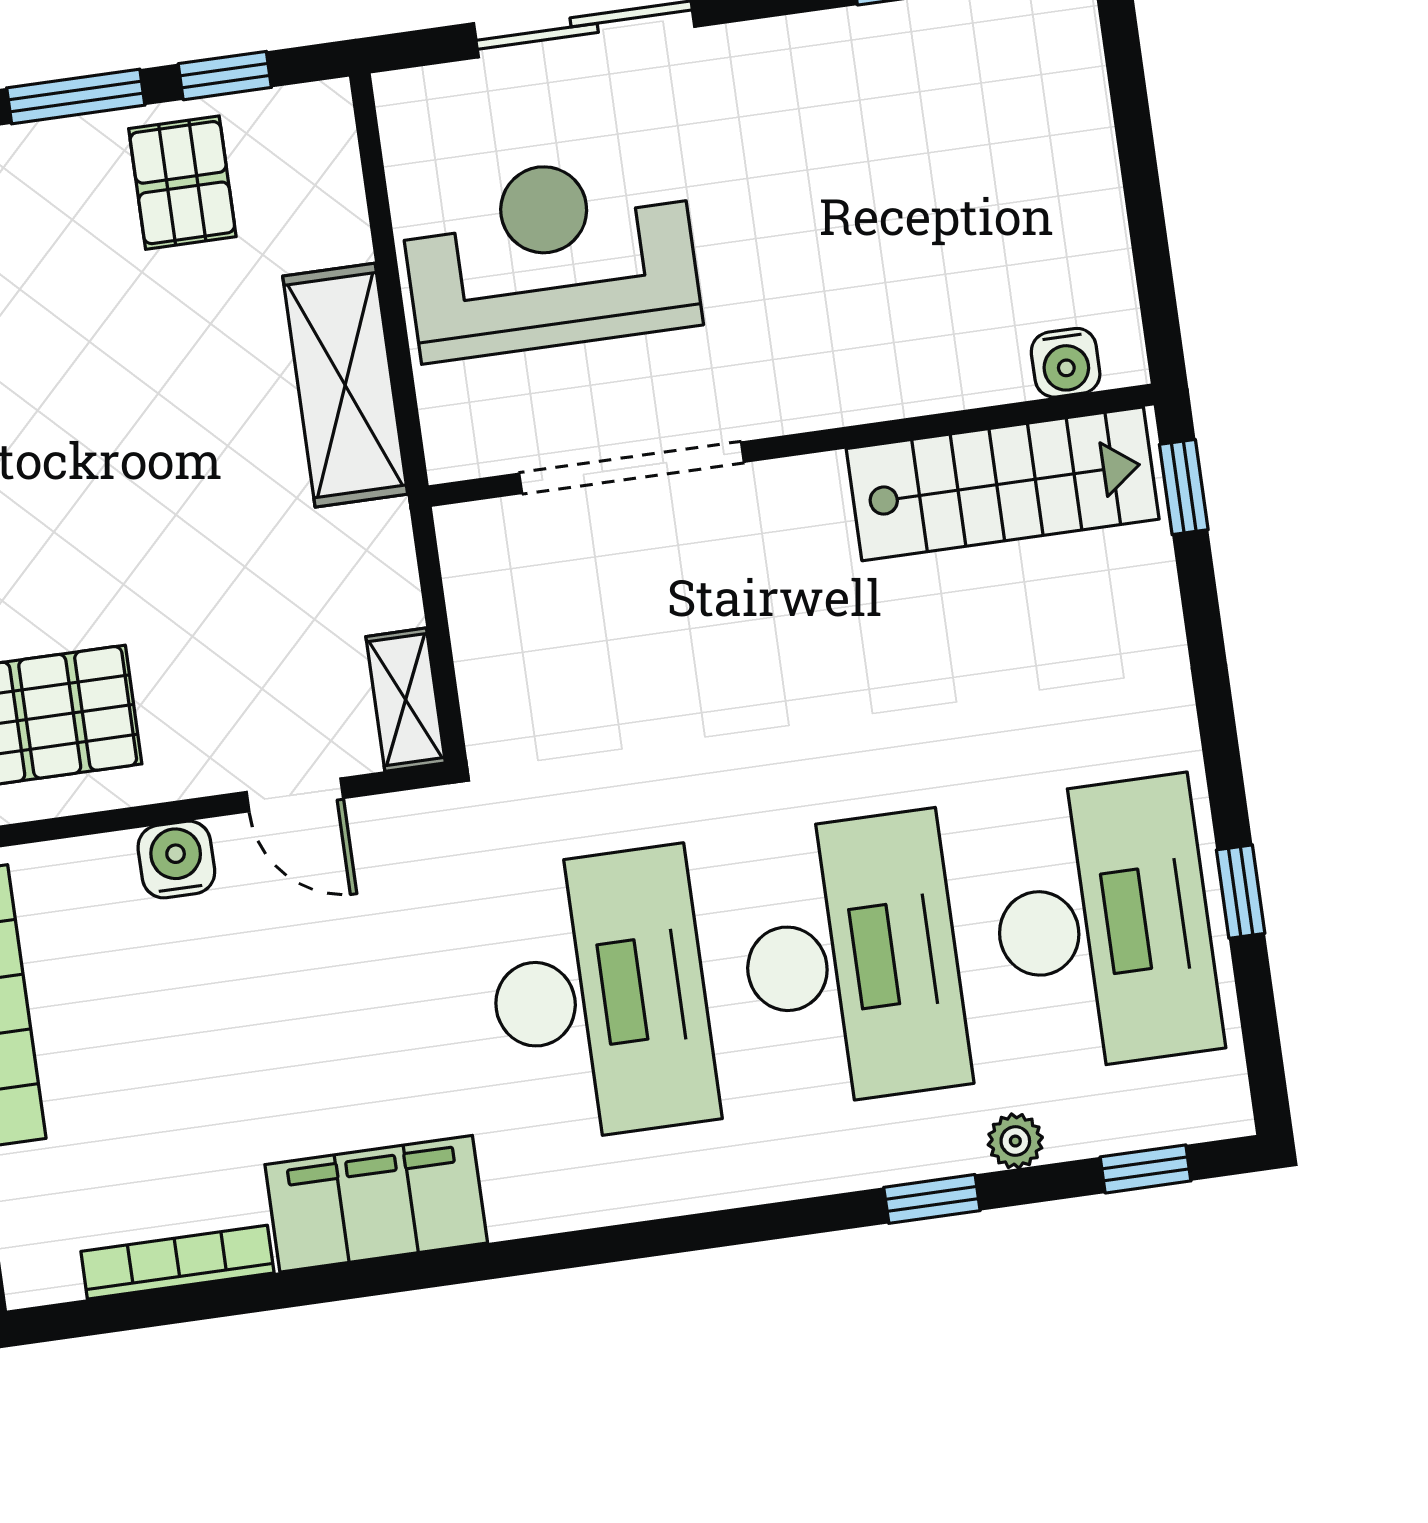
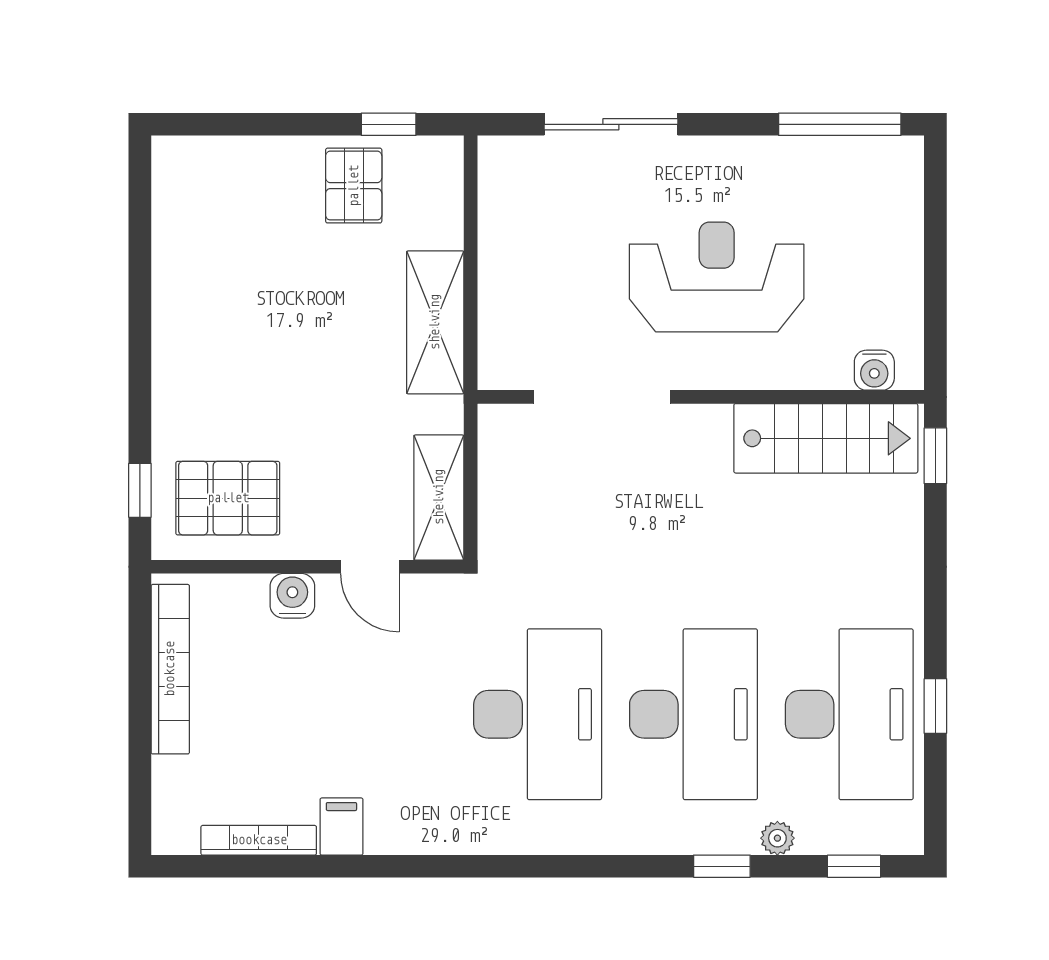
window: (76, 97) -> (296, 124), removed
reception desk: (550, 256) -> (717, 277), moved
shelving: (406, 700) -> (439, 497), width x1.50, depth x1.33
filing cabinet: (376, 1204) -> (341, 826), width x0.33, depth x0.86

